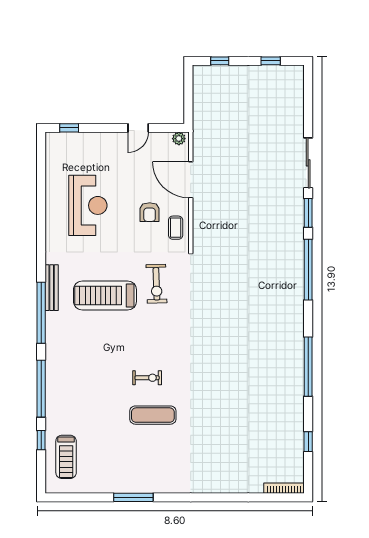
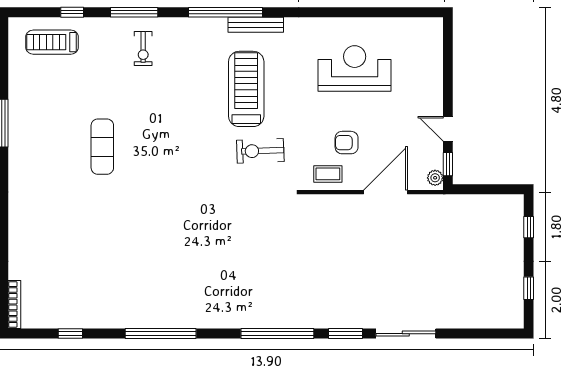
window: (69, 128) -> (448, 164), moved
reception desk: (88, 205) -> (355, 68), turned 180
exercise bike: (147, 378) -> (143, 49), moved
window: (41, 389) -> (134, 12), width x0.68

